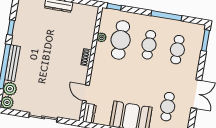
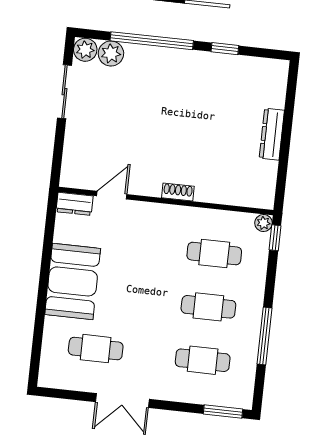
plant: (102, 37) -> (263, 223), moved
cafe table: (121, 40) -> (214, 254), width x0.73, depth x0.74
bench: (12, 63) -> (159, 55), removed
sliding door: (43, 117) -> (64, 92), moved

